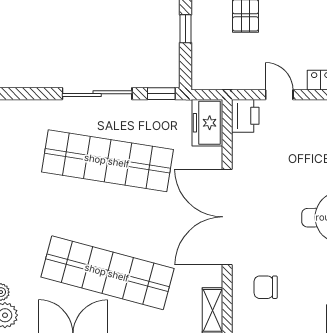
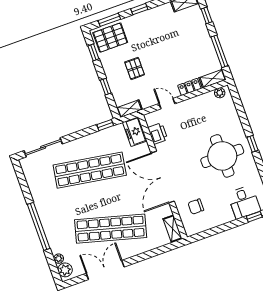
shelving: (212, 81) -> (129, 109), added
sliding door: (97, 94) -> (43, 147), moved
printer: (245, 116) -> (158, 133), moved

